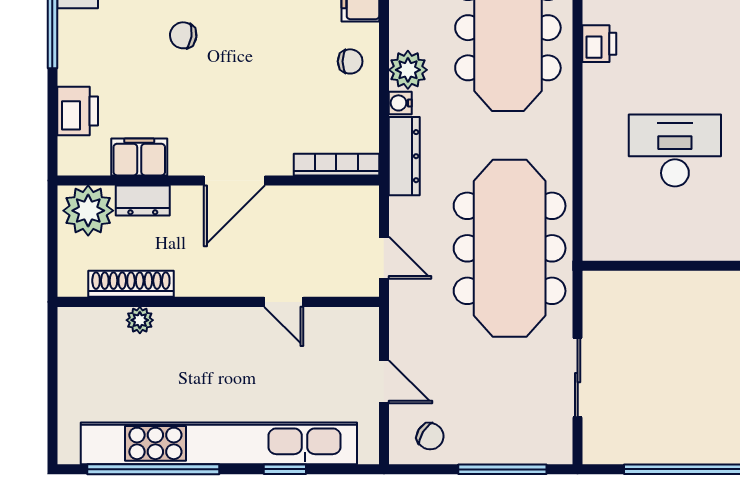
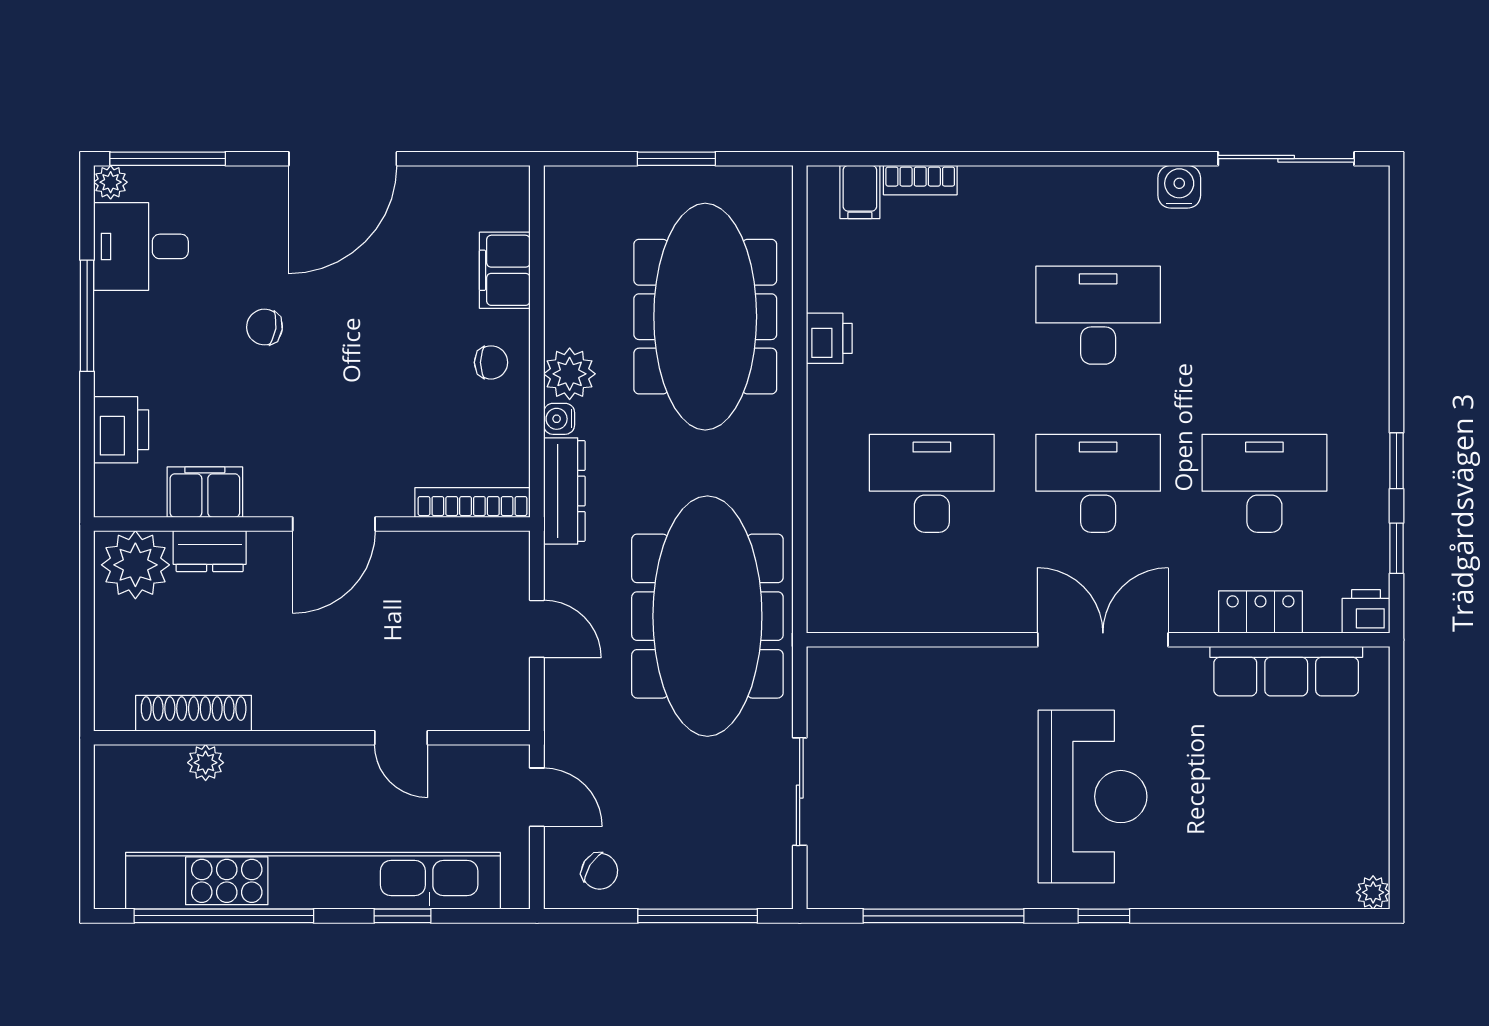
shoe rack: (131, 284) -> (194, 713), moved
wall: (218, 302) -> (312, 738), moved
door: (284, 302) -> (401, 738), moved
plant: (140, 320) -> (206, 763), moved

